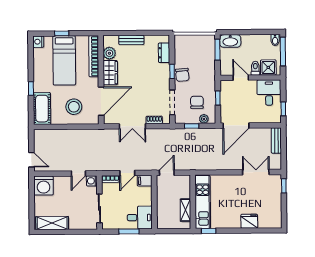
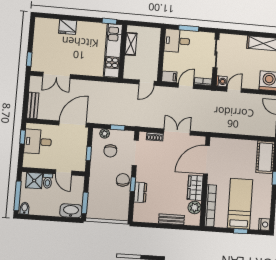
dresser: (164, 53) -> (140, 192), moved
desk: (269, 93) -> (38, 142), moved, turned 90
stool: (74, 107) -> (234, 156), removed

